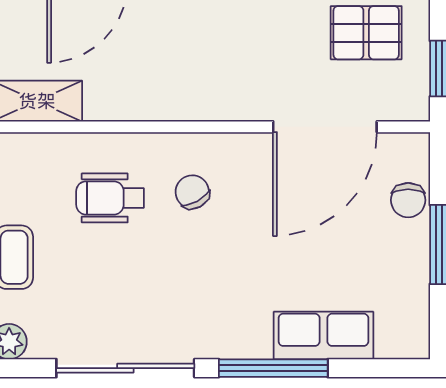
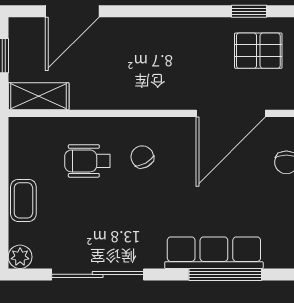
row of seats: (323, 336) -> (214, 253), width x1.48
window: (273, 368) -> (225, 274), moved

